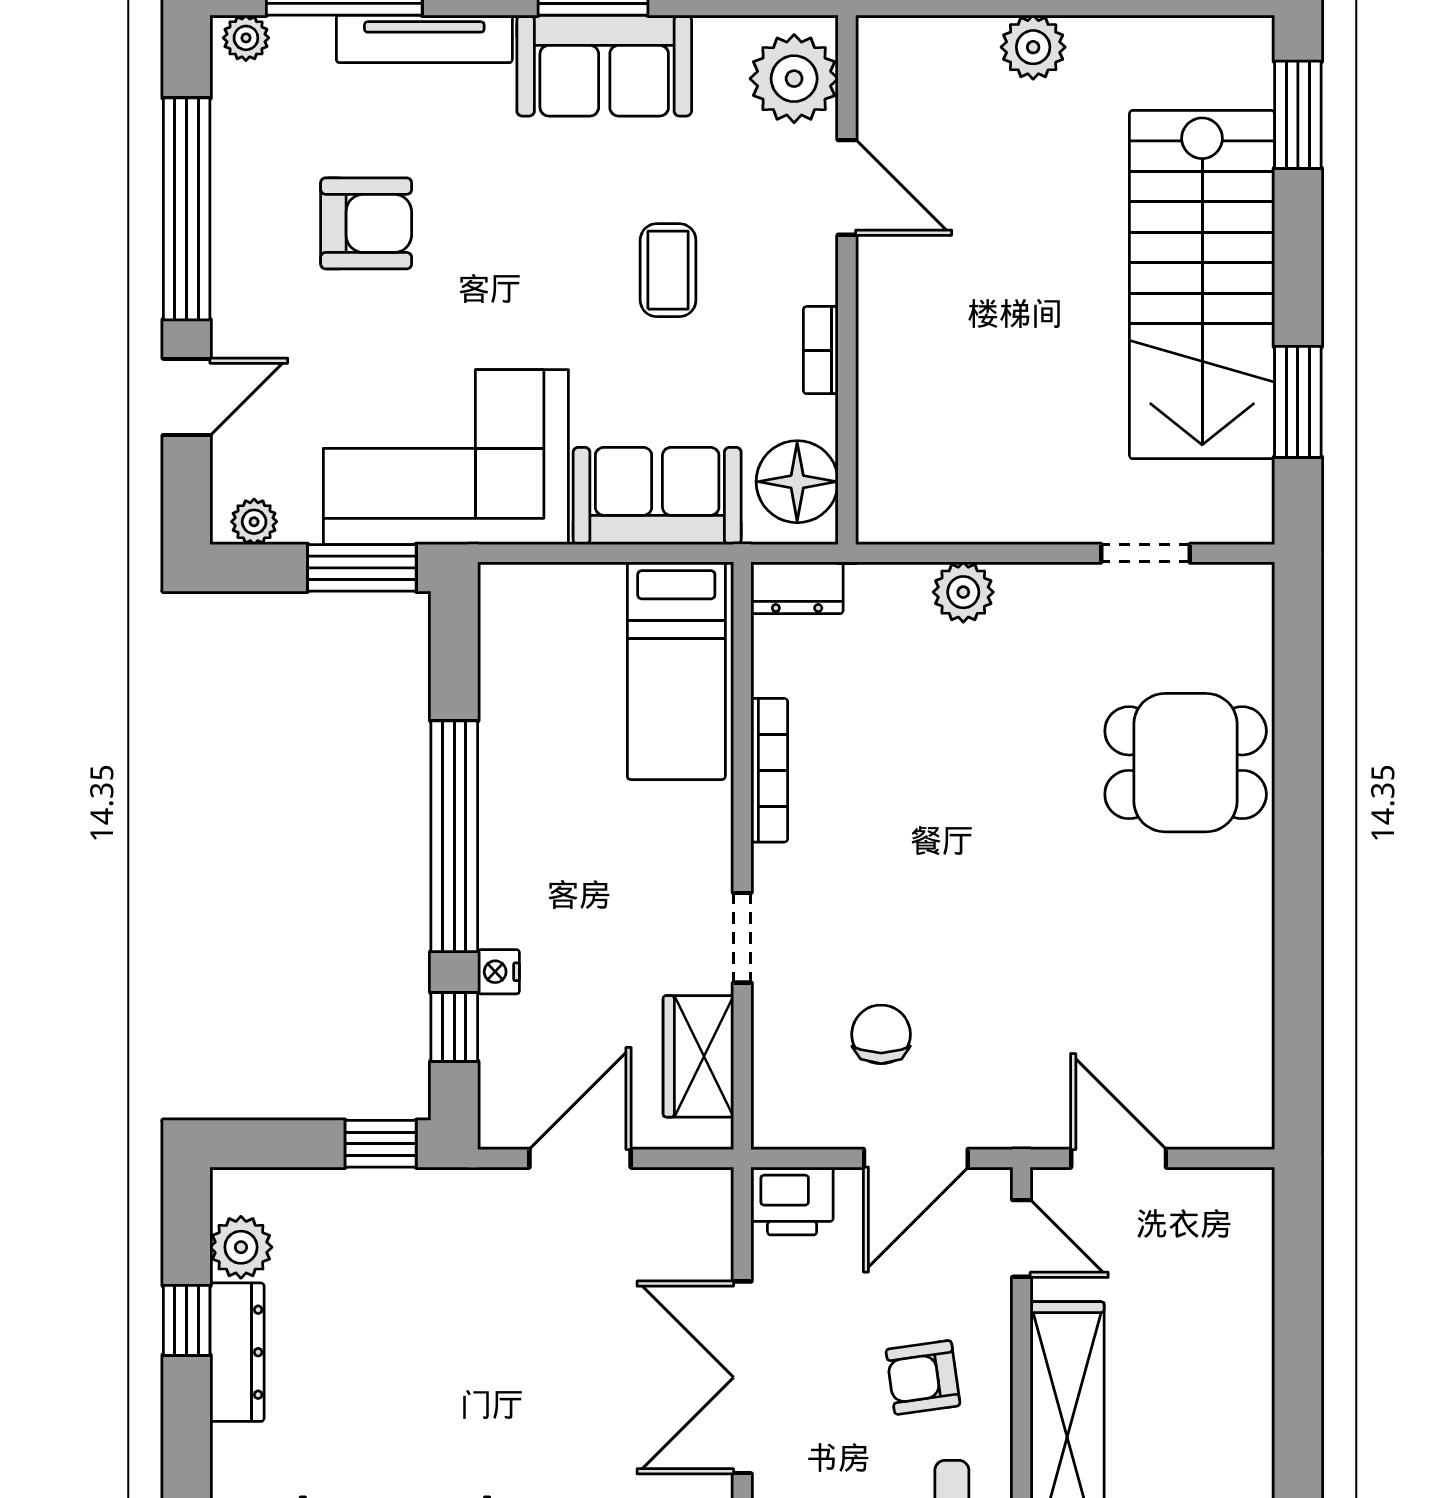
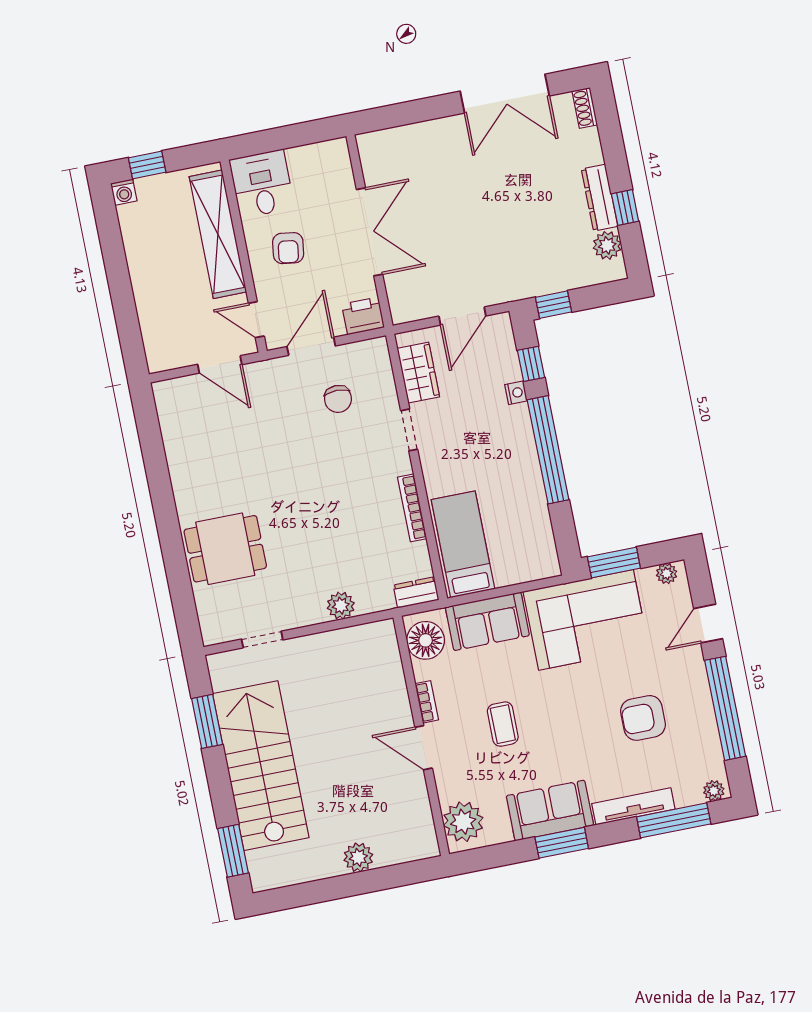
door: (847, 187) -> (424, 748), moved
armchair: (923, 1377) -> (288, 248), turned 106

